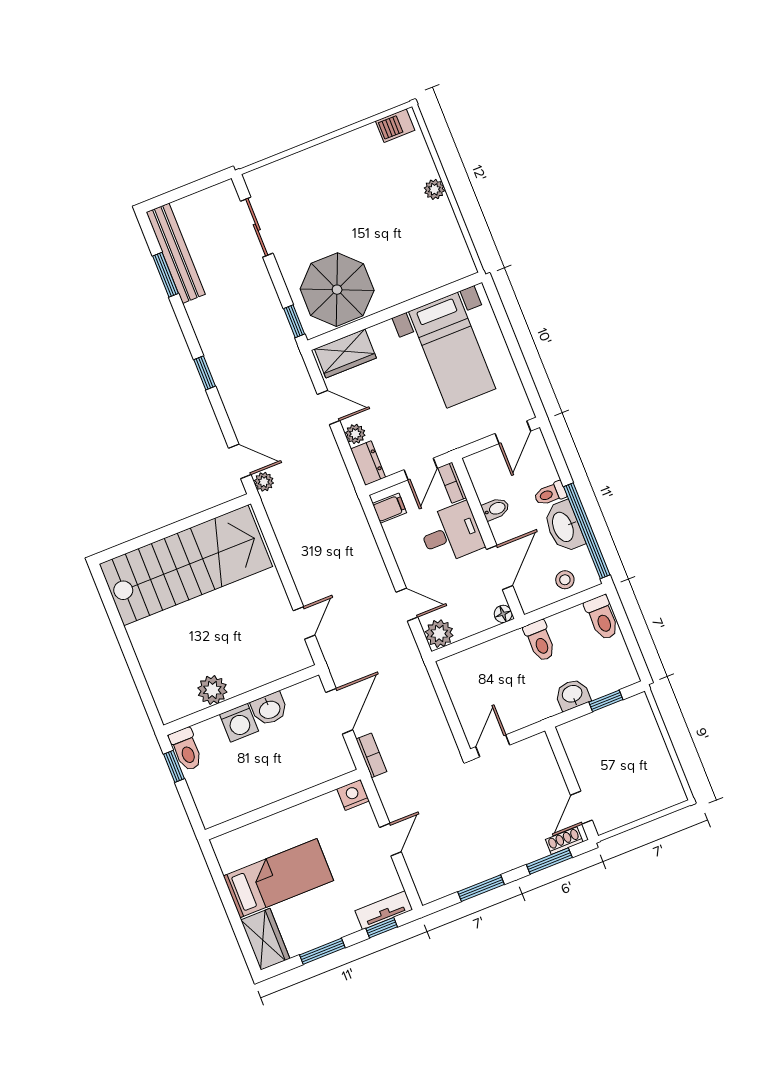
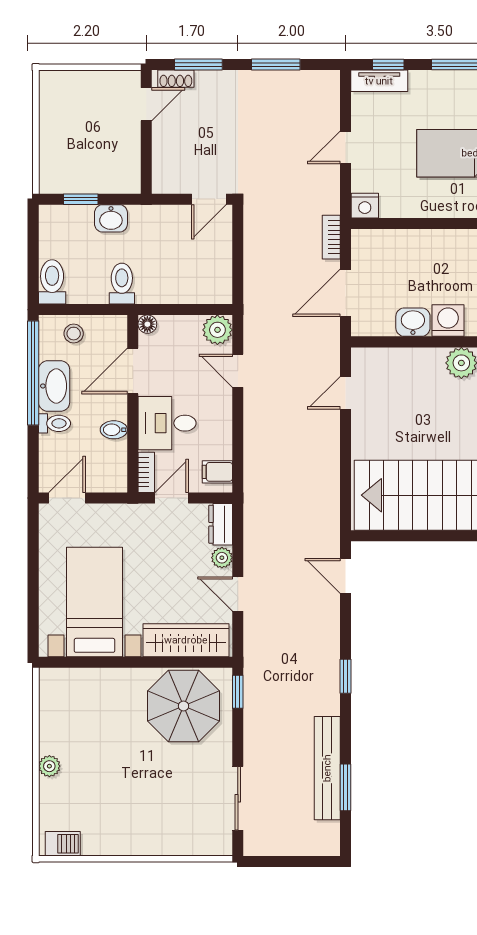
bench: (176, 253) -> (327, 768), moved
wardrobe: (345, 353) -> (186, 640), width x1.50
plant: (264, 482) -> (330, 547), removed

